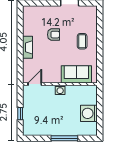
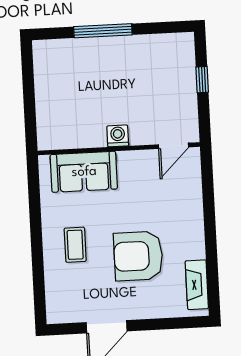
armchair: (54, 35) -> (138, 256), width x1.88, depth x1.88
fireplace: (27, 47) -> (197, 285), moved
washing machine: (89, 113) -> (52, 88), removed

